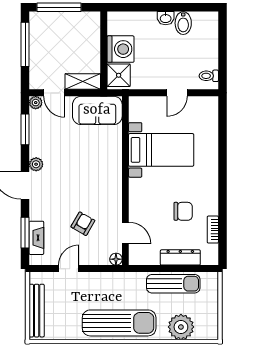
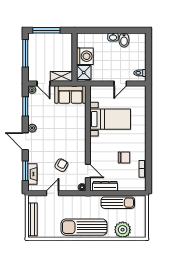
dresser: (180, 257) -> (105, 186), moved
sun lounger: (119, 323) -> (84, 227), turned 180

